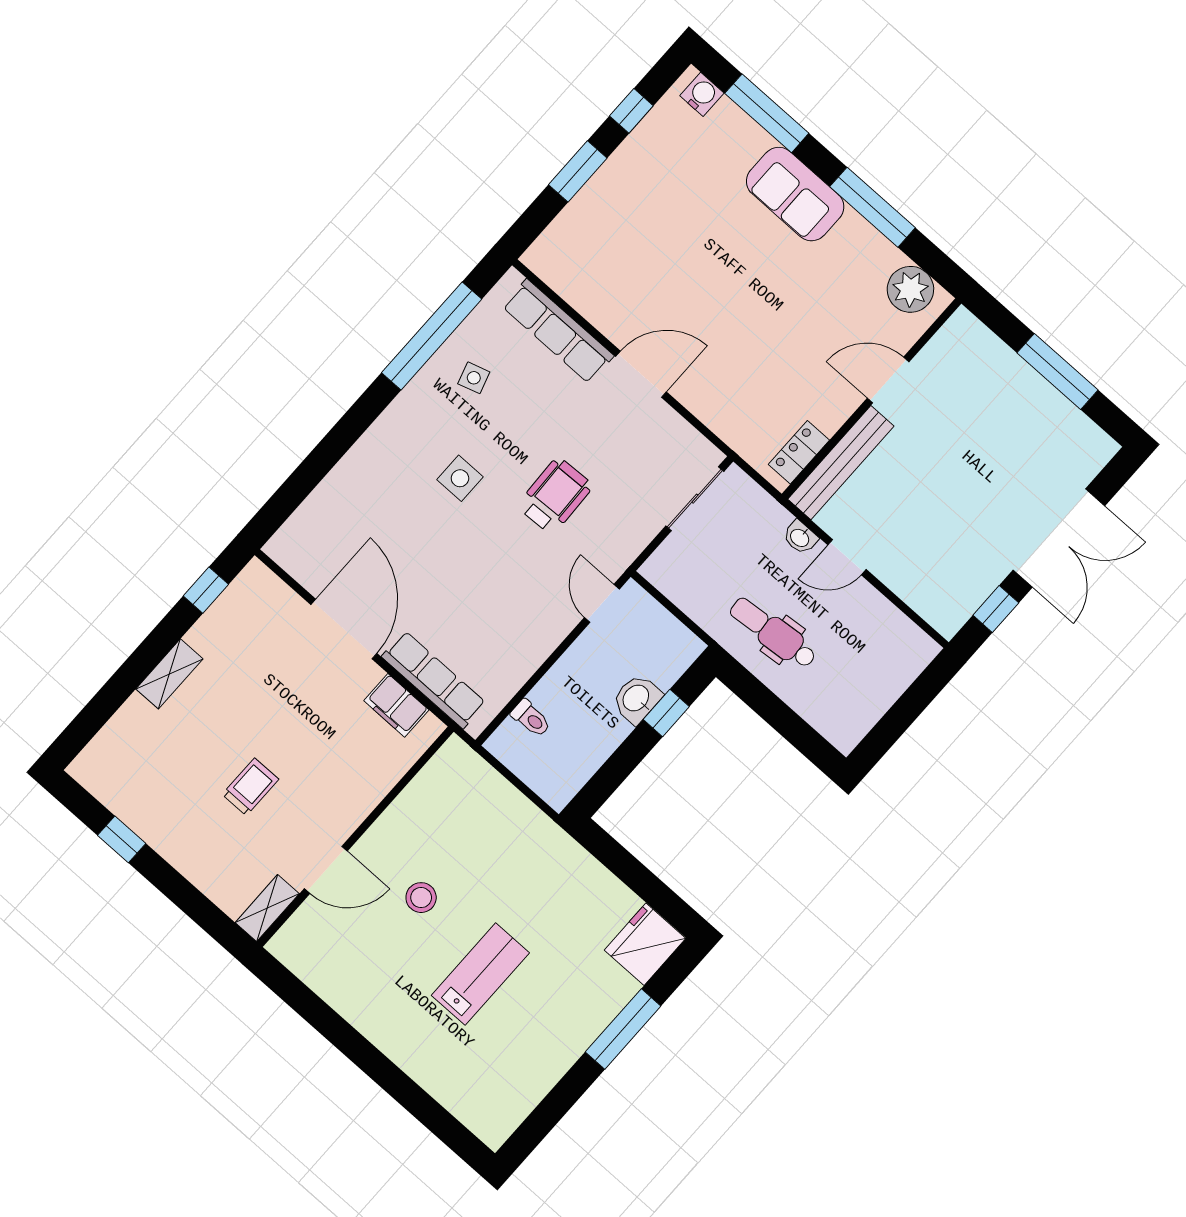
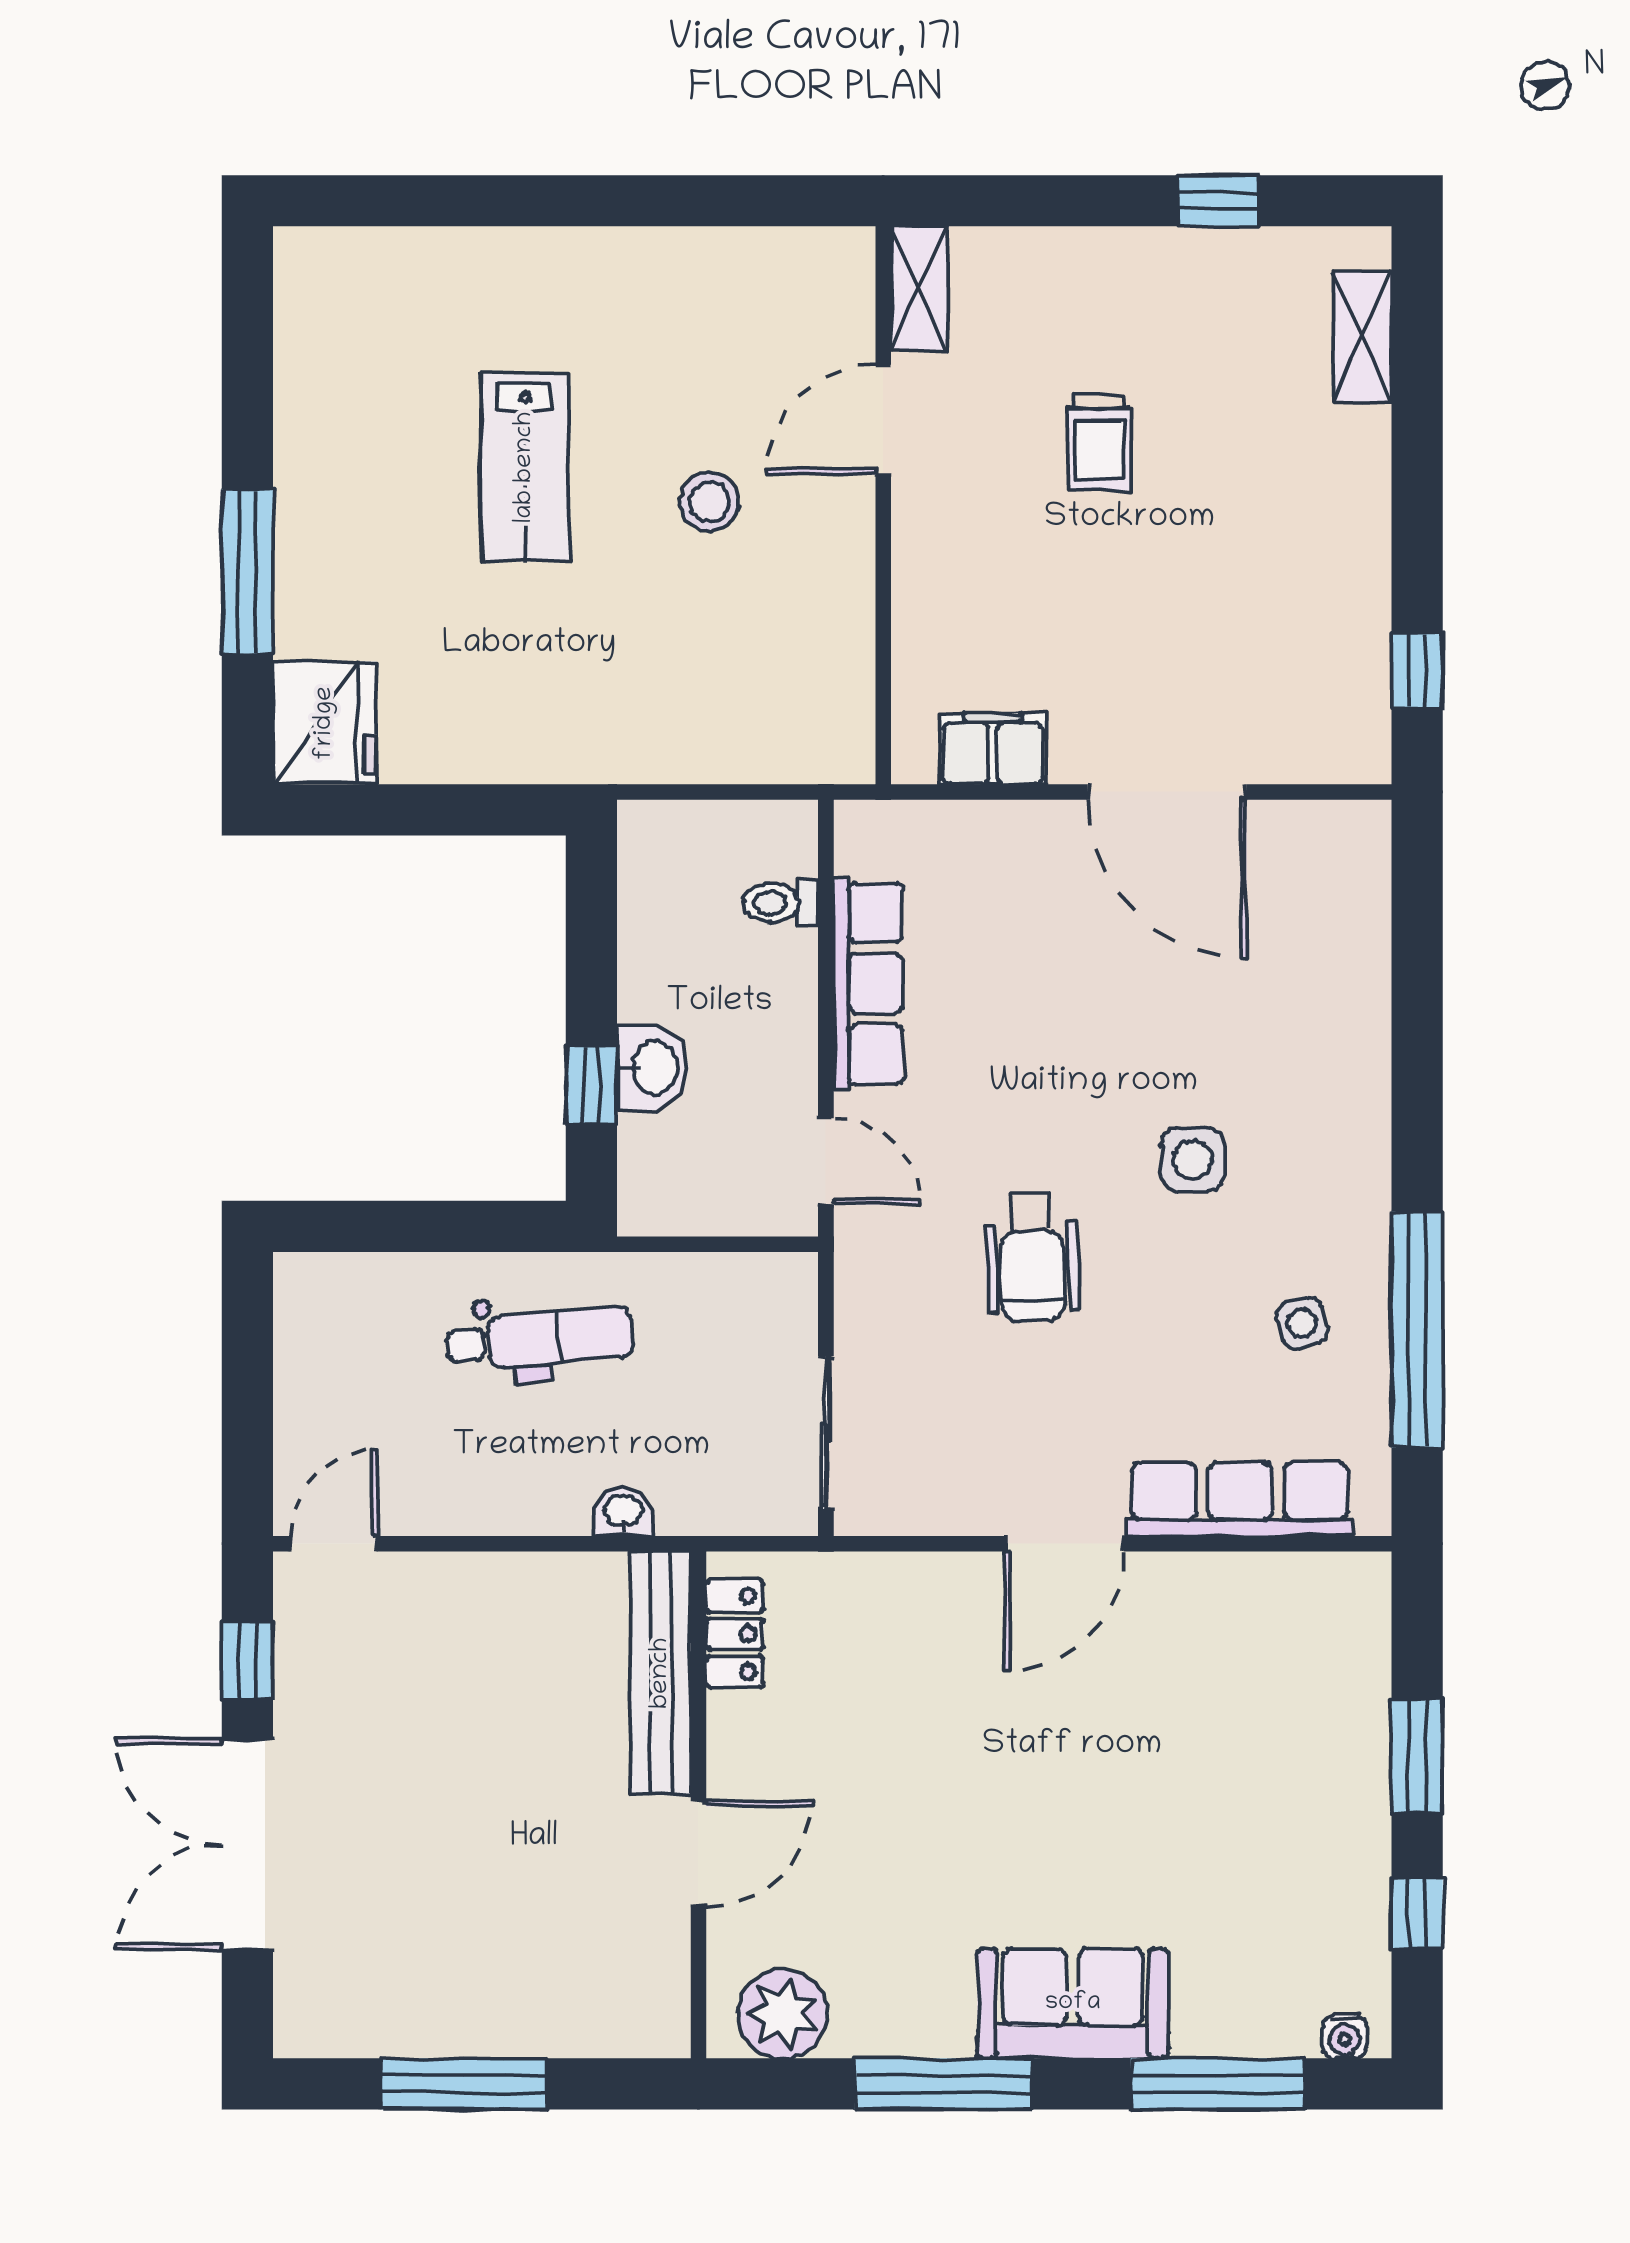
water cooler: (702, 94) -> (1345, 2036), width x0.72, depth x0.72
door: (847, 557) -> (334, 1544), moved
shelving: (169, 674) -> (1362, 337), moved
row of seats: (434, 680) -> (868, 984), moved, turned -90

